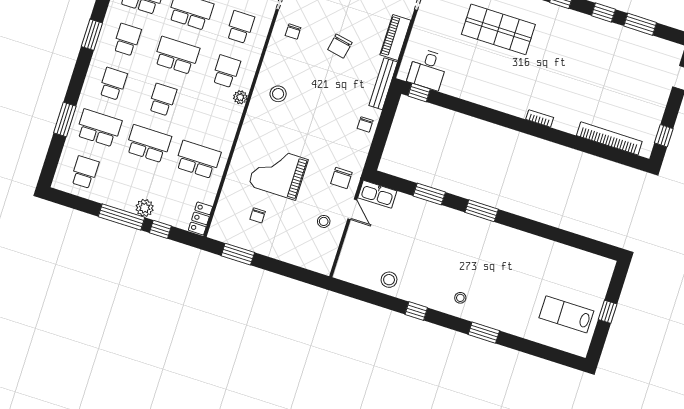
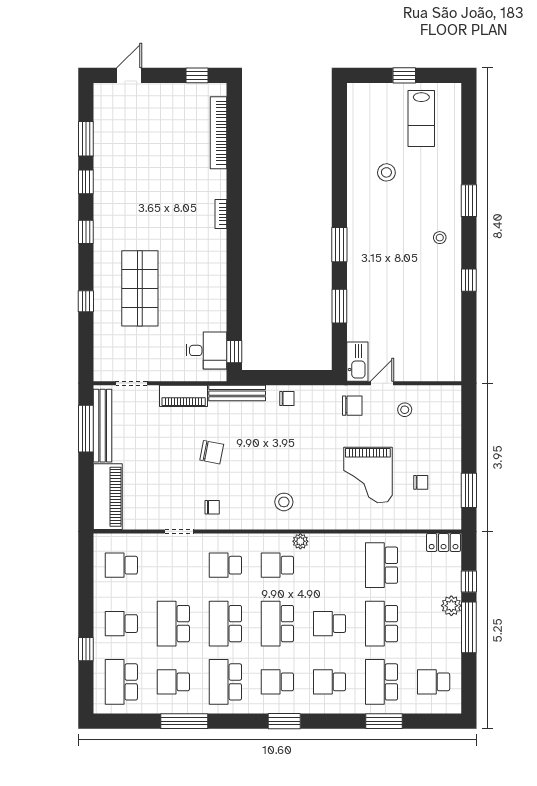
stool: (389, 280) -> (386, 172), moved

